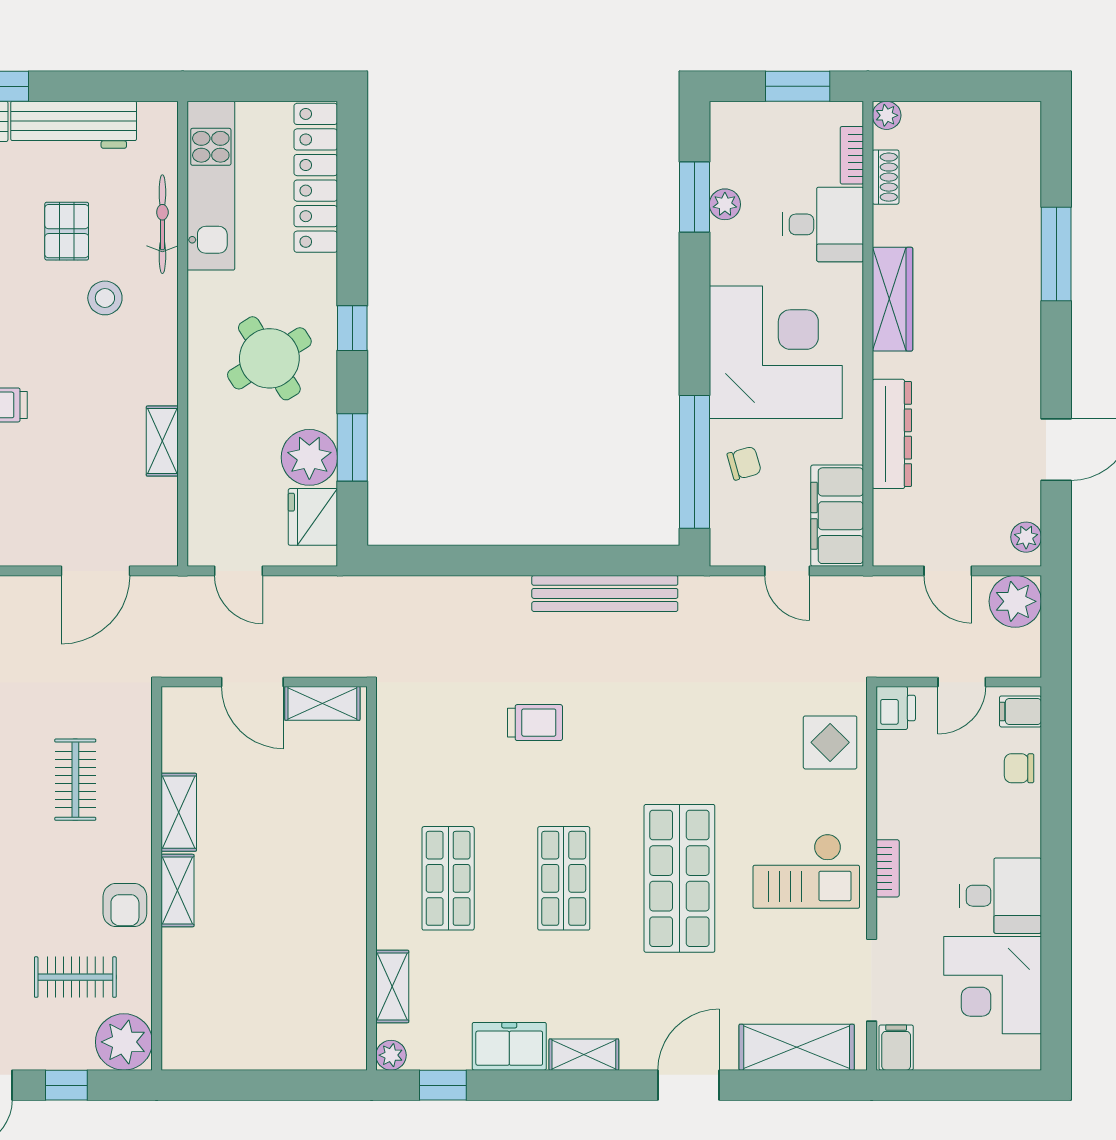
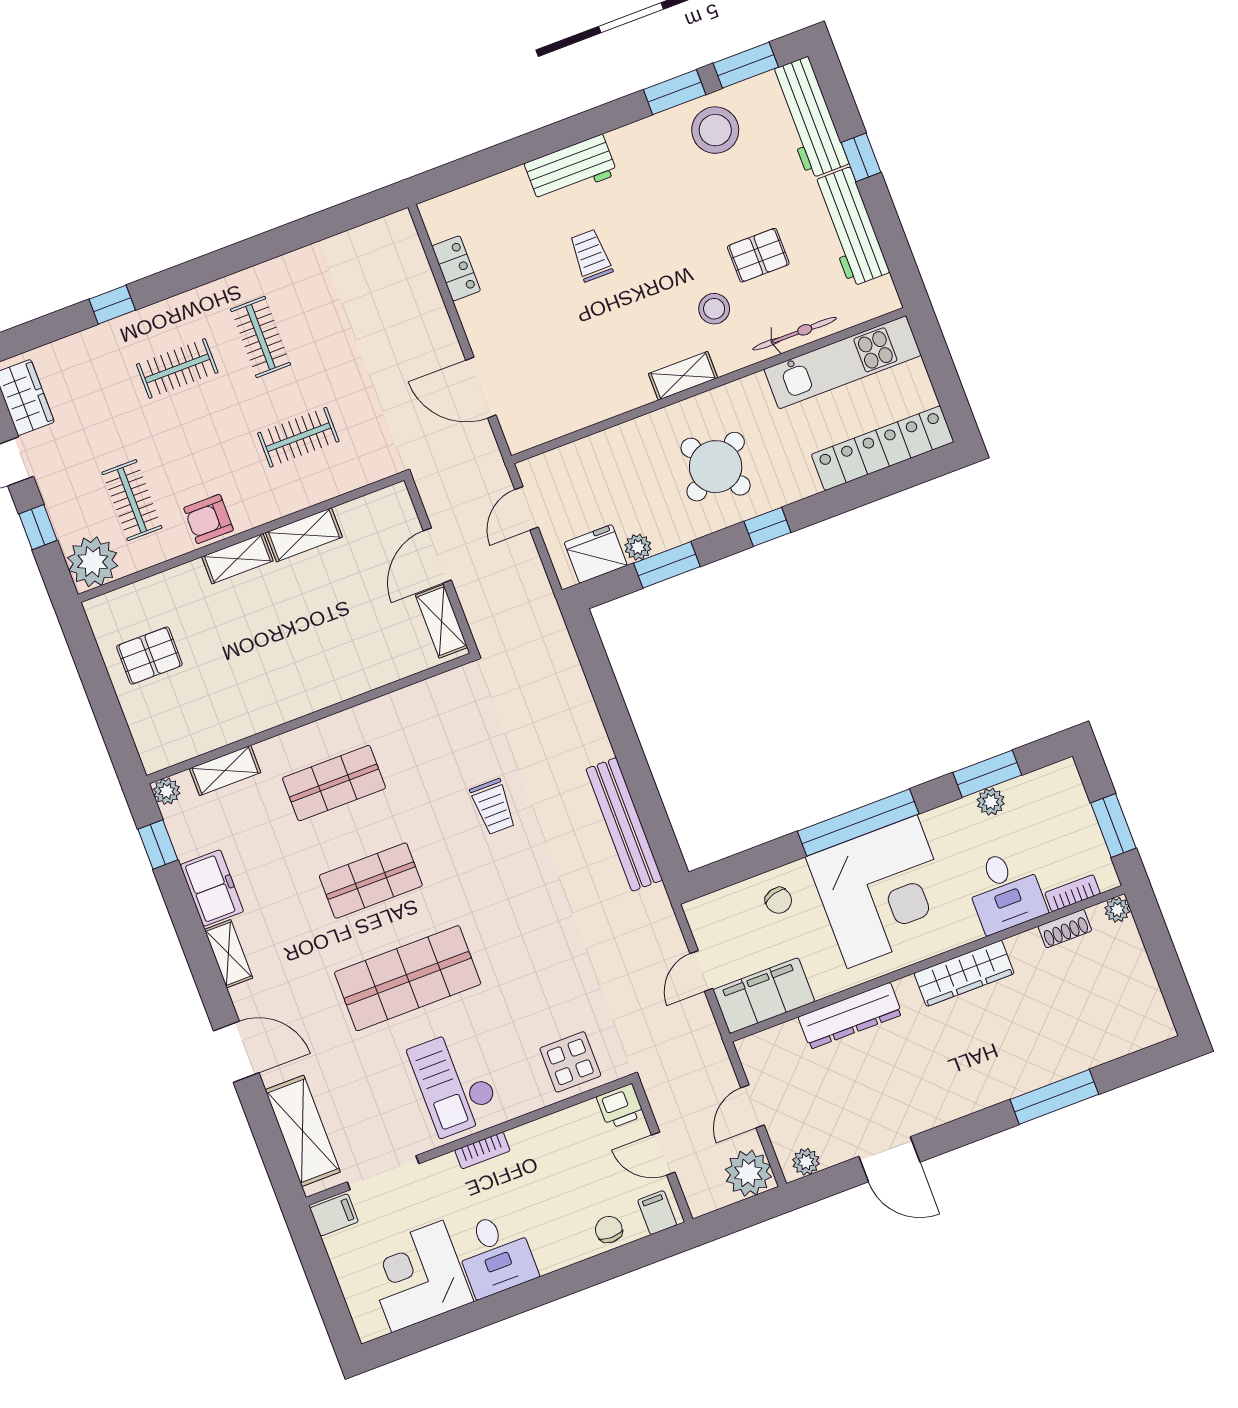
shelving: (162, 441) -> (683, 376), moved
plant: (309, 457) -> (638, 547), width x0.53, depth x0.53
window: (695, 462) -> (858, 823), moved
pallet: (244, 1020) -> (149, 656), added

